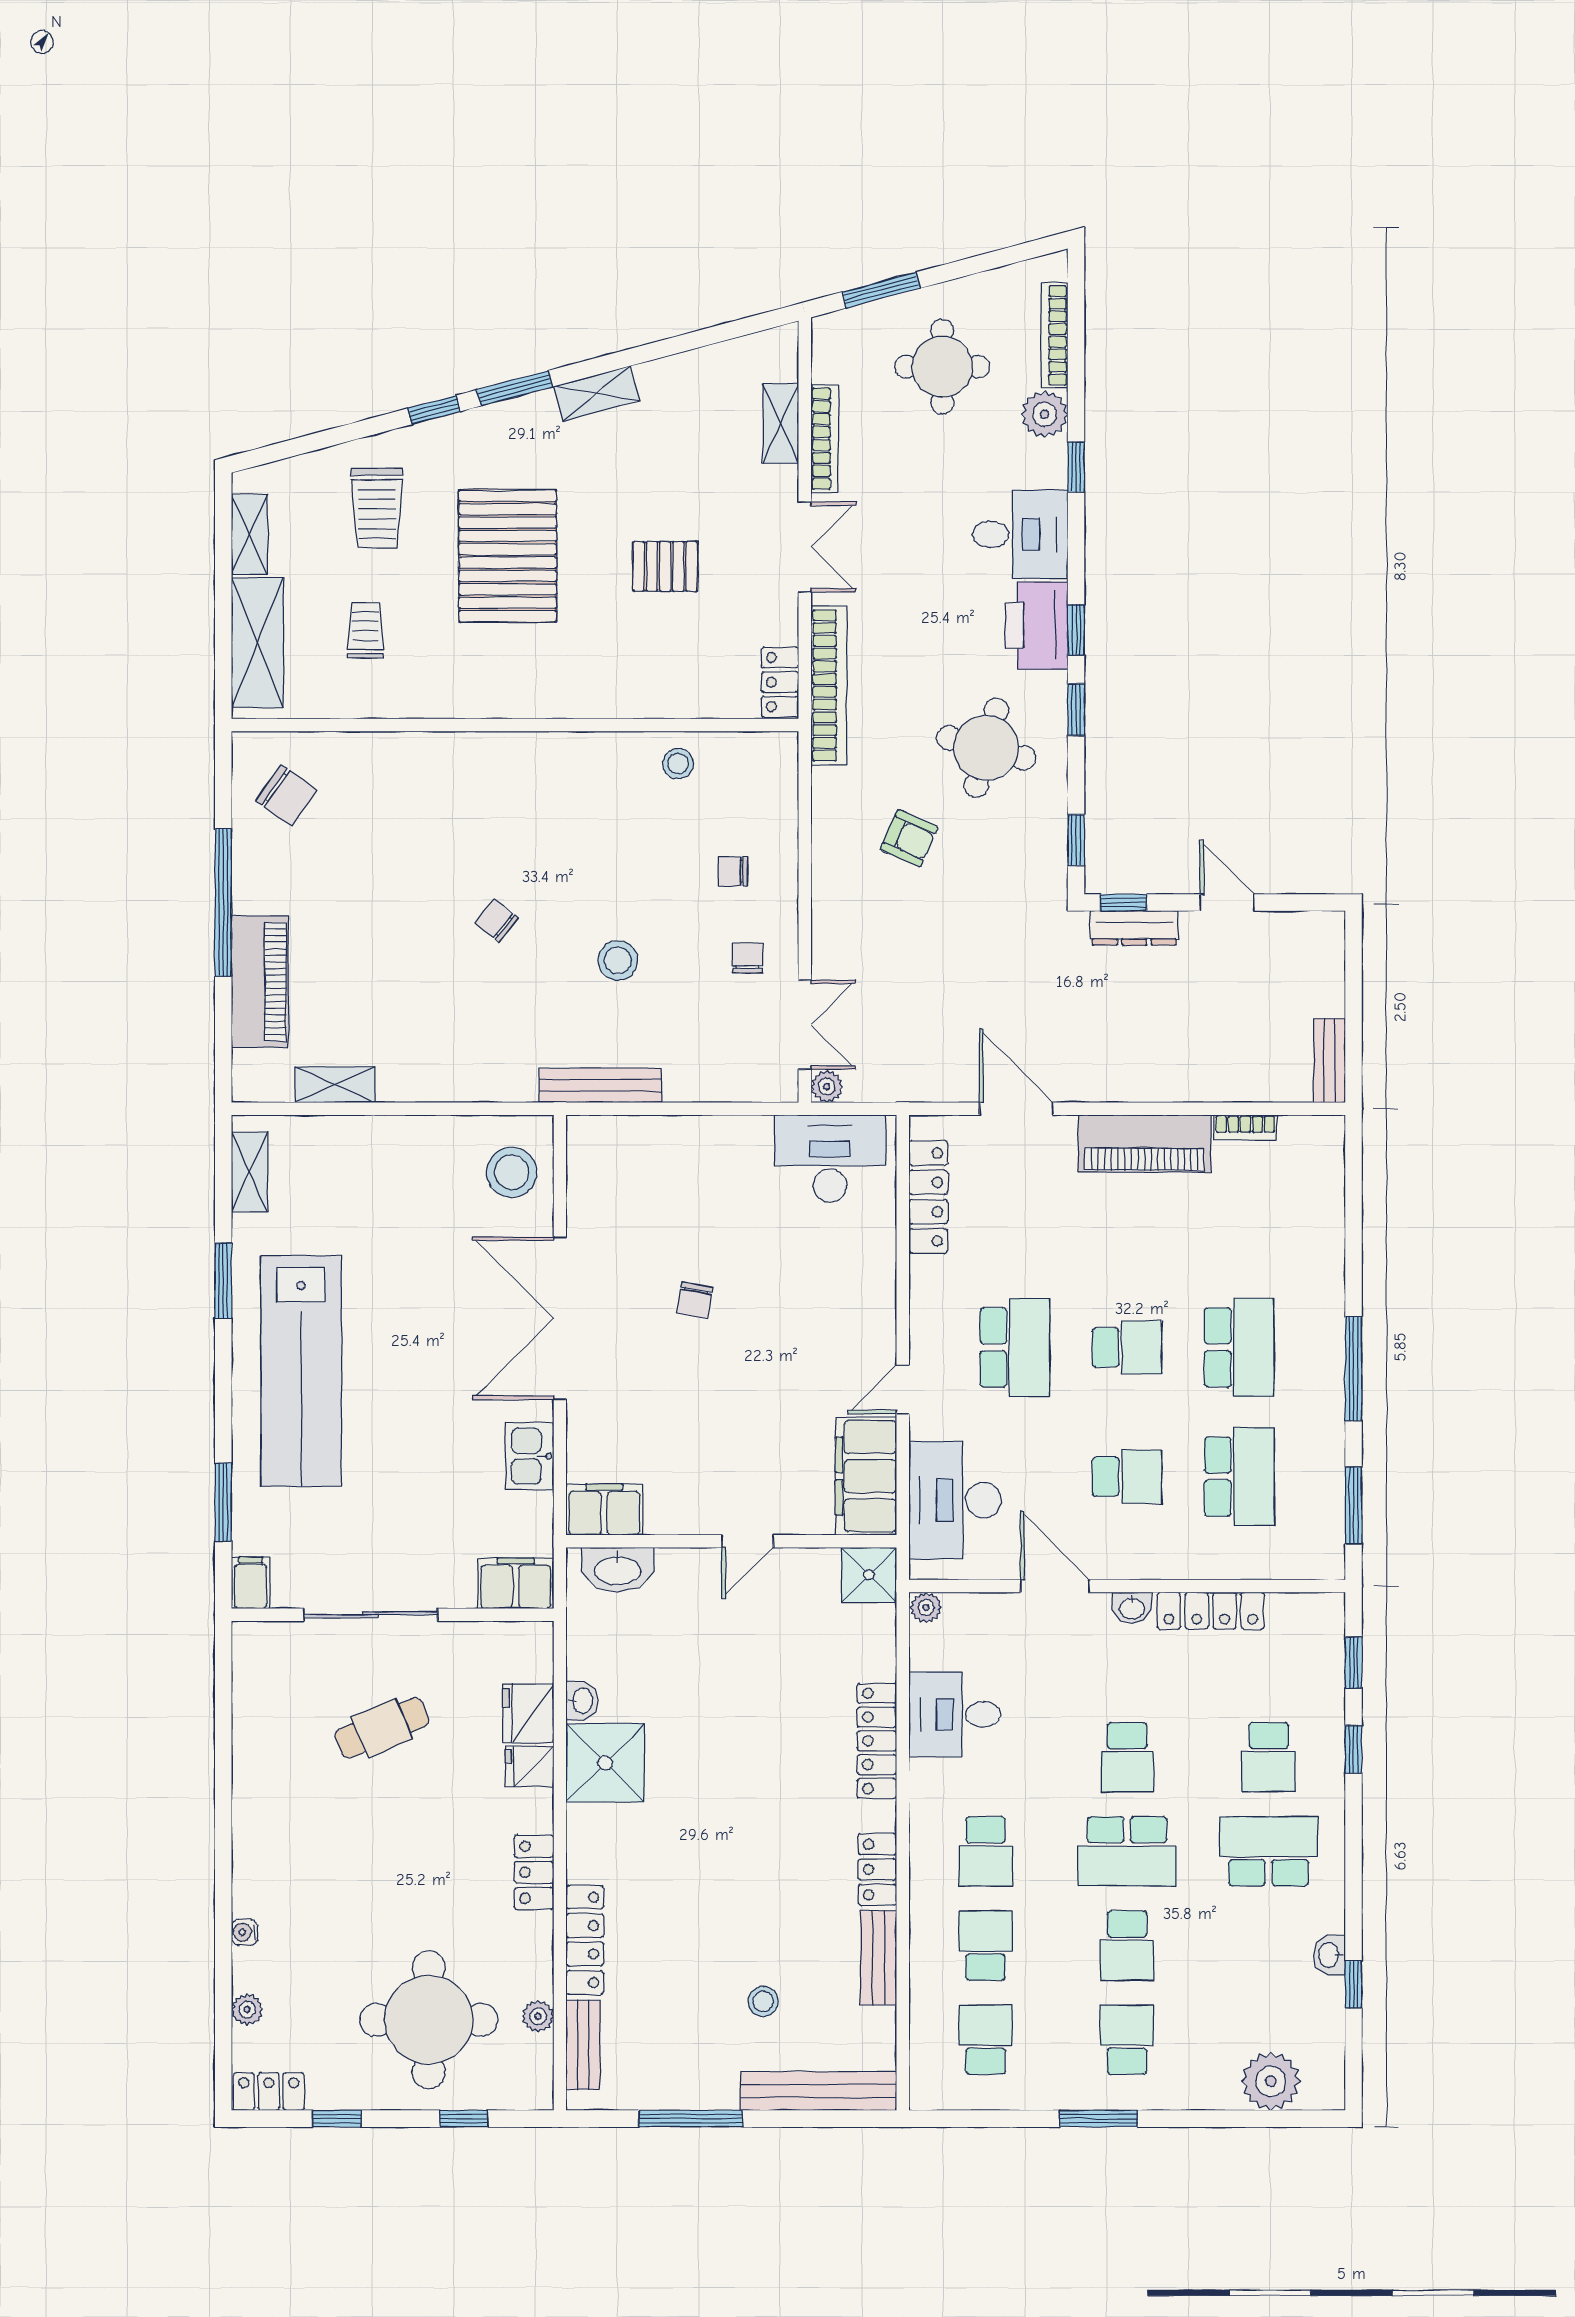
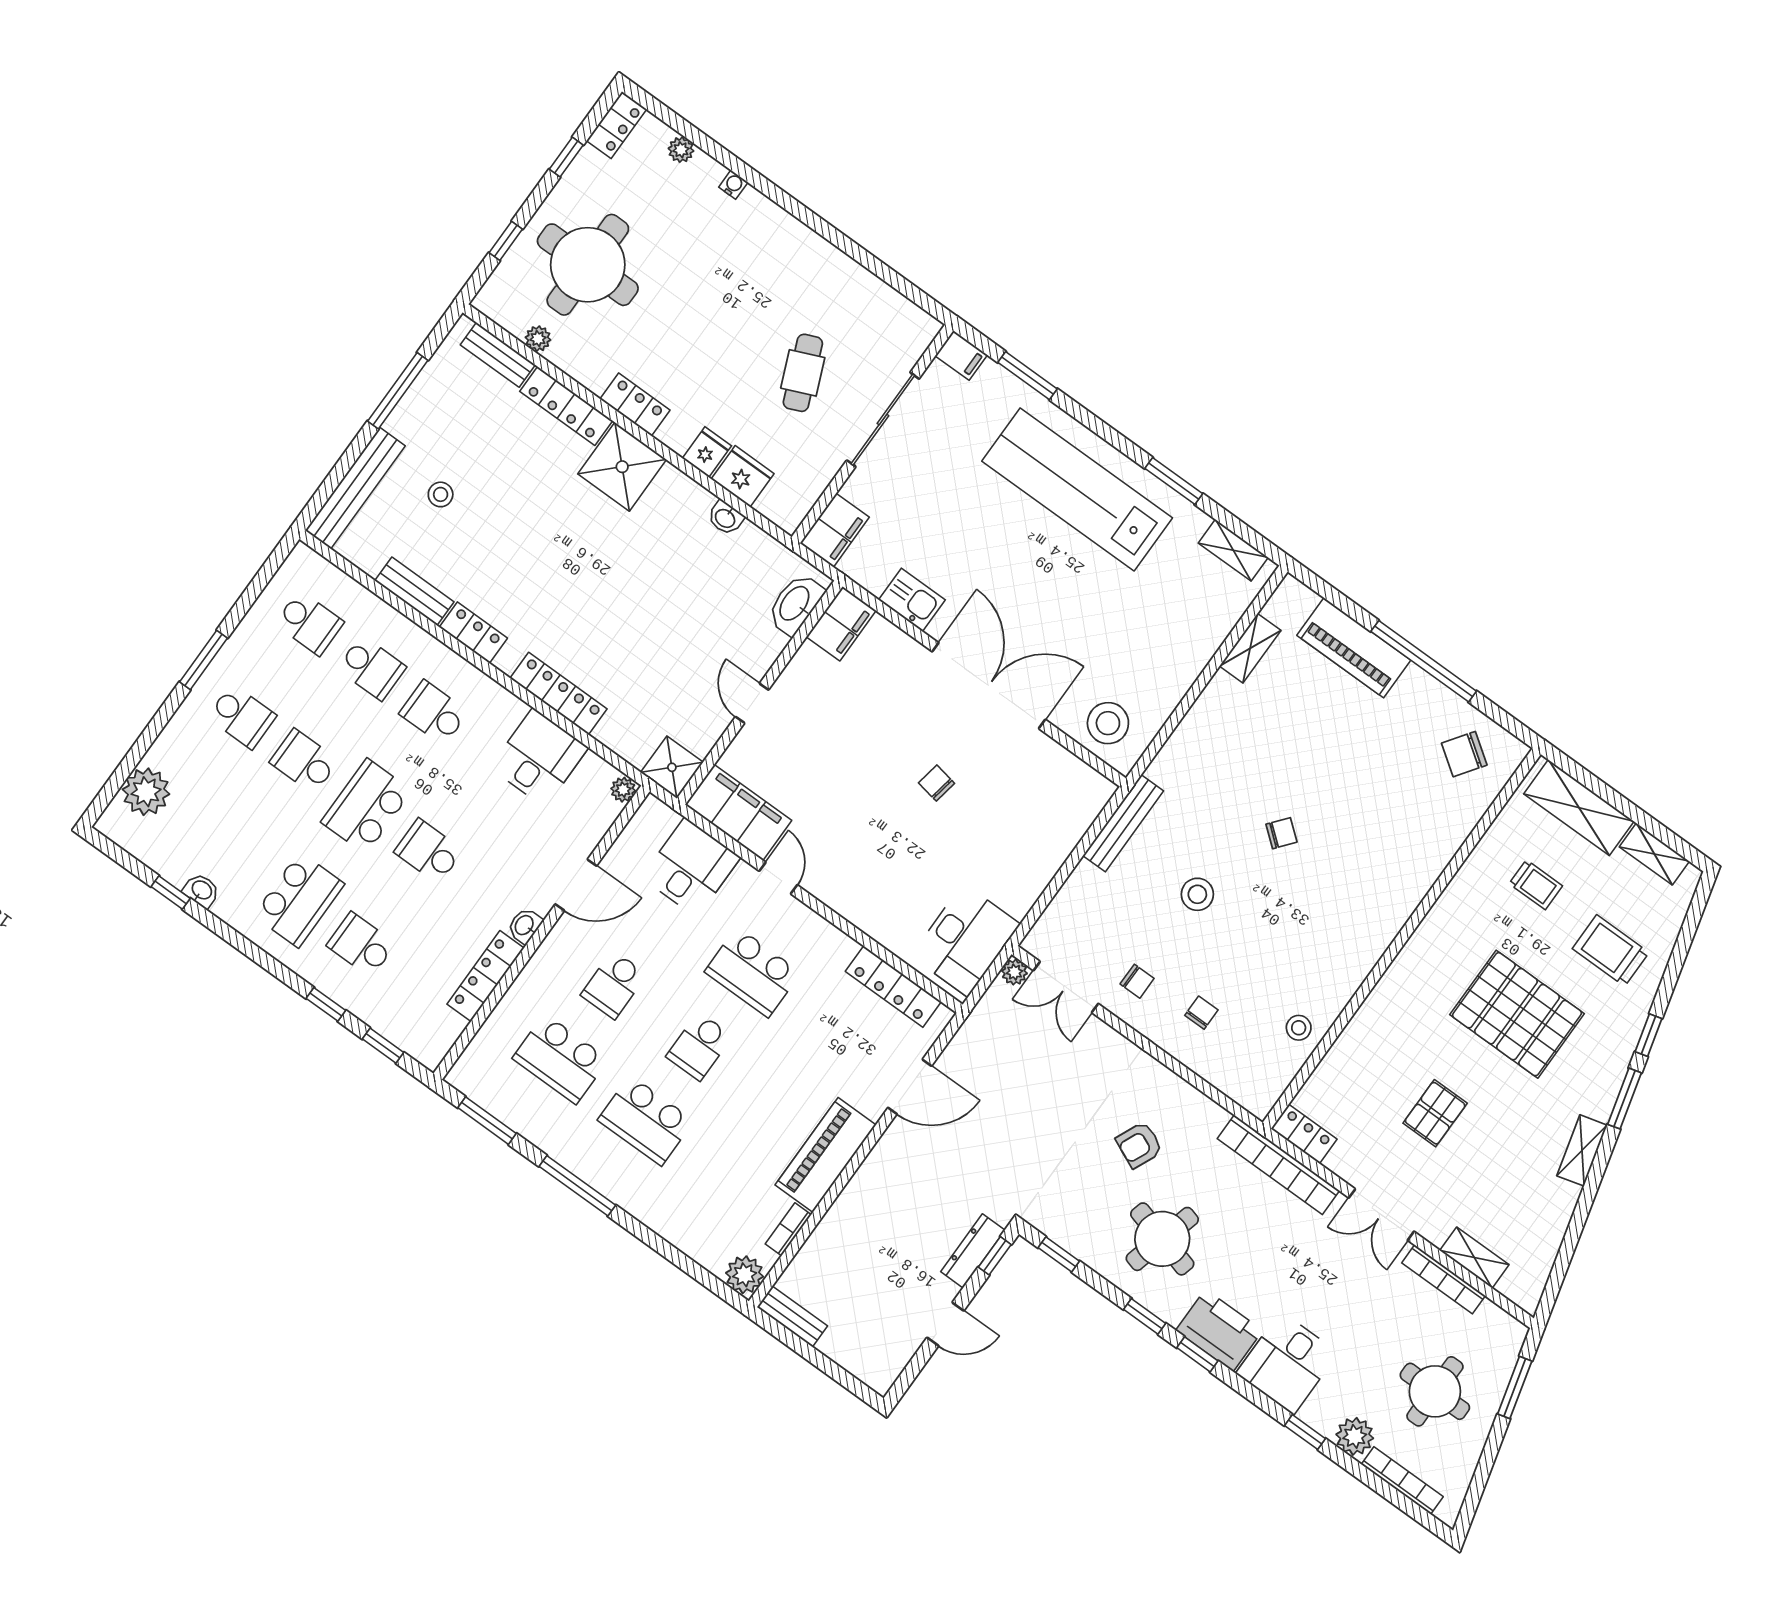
plant: (1322, 1138) -> (745, 1275), added
desk: (955, 1500) -> (691, 867), width x0.73
shower: (605, 1763) -> (622, 467), moved

